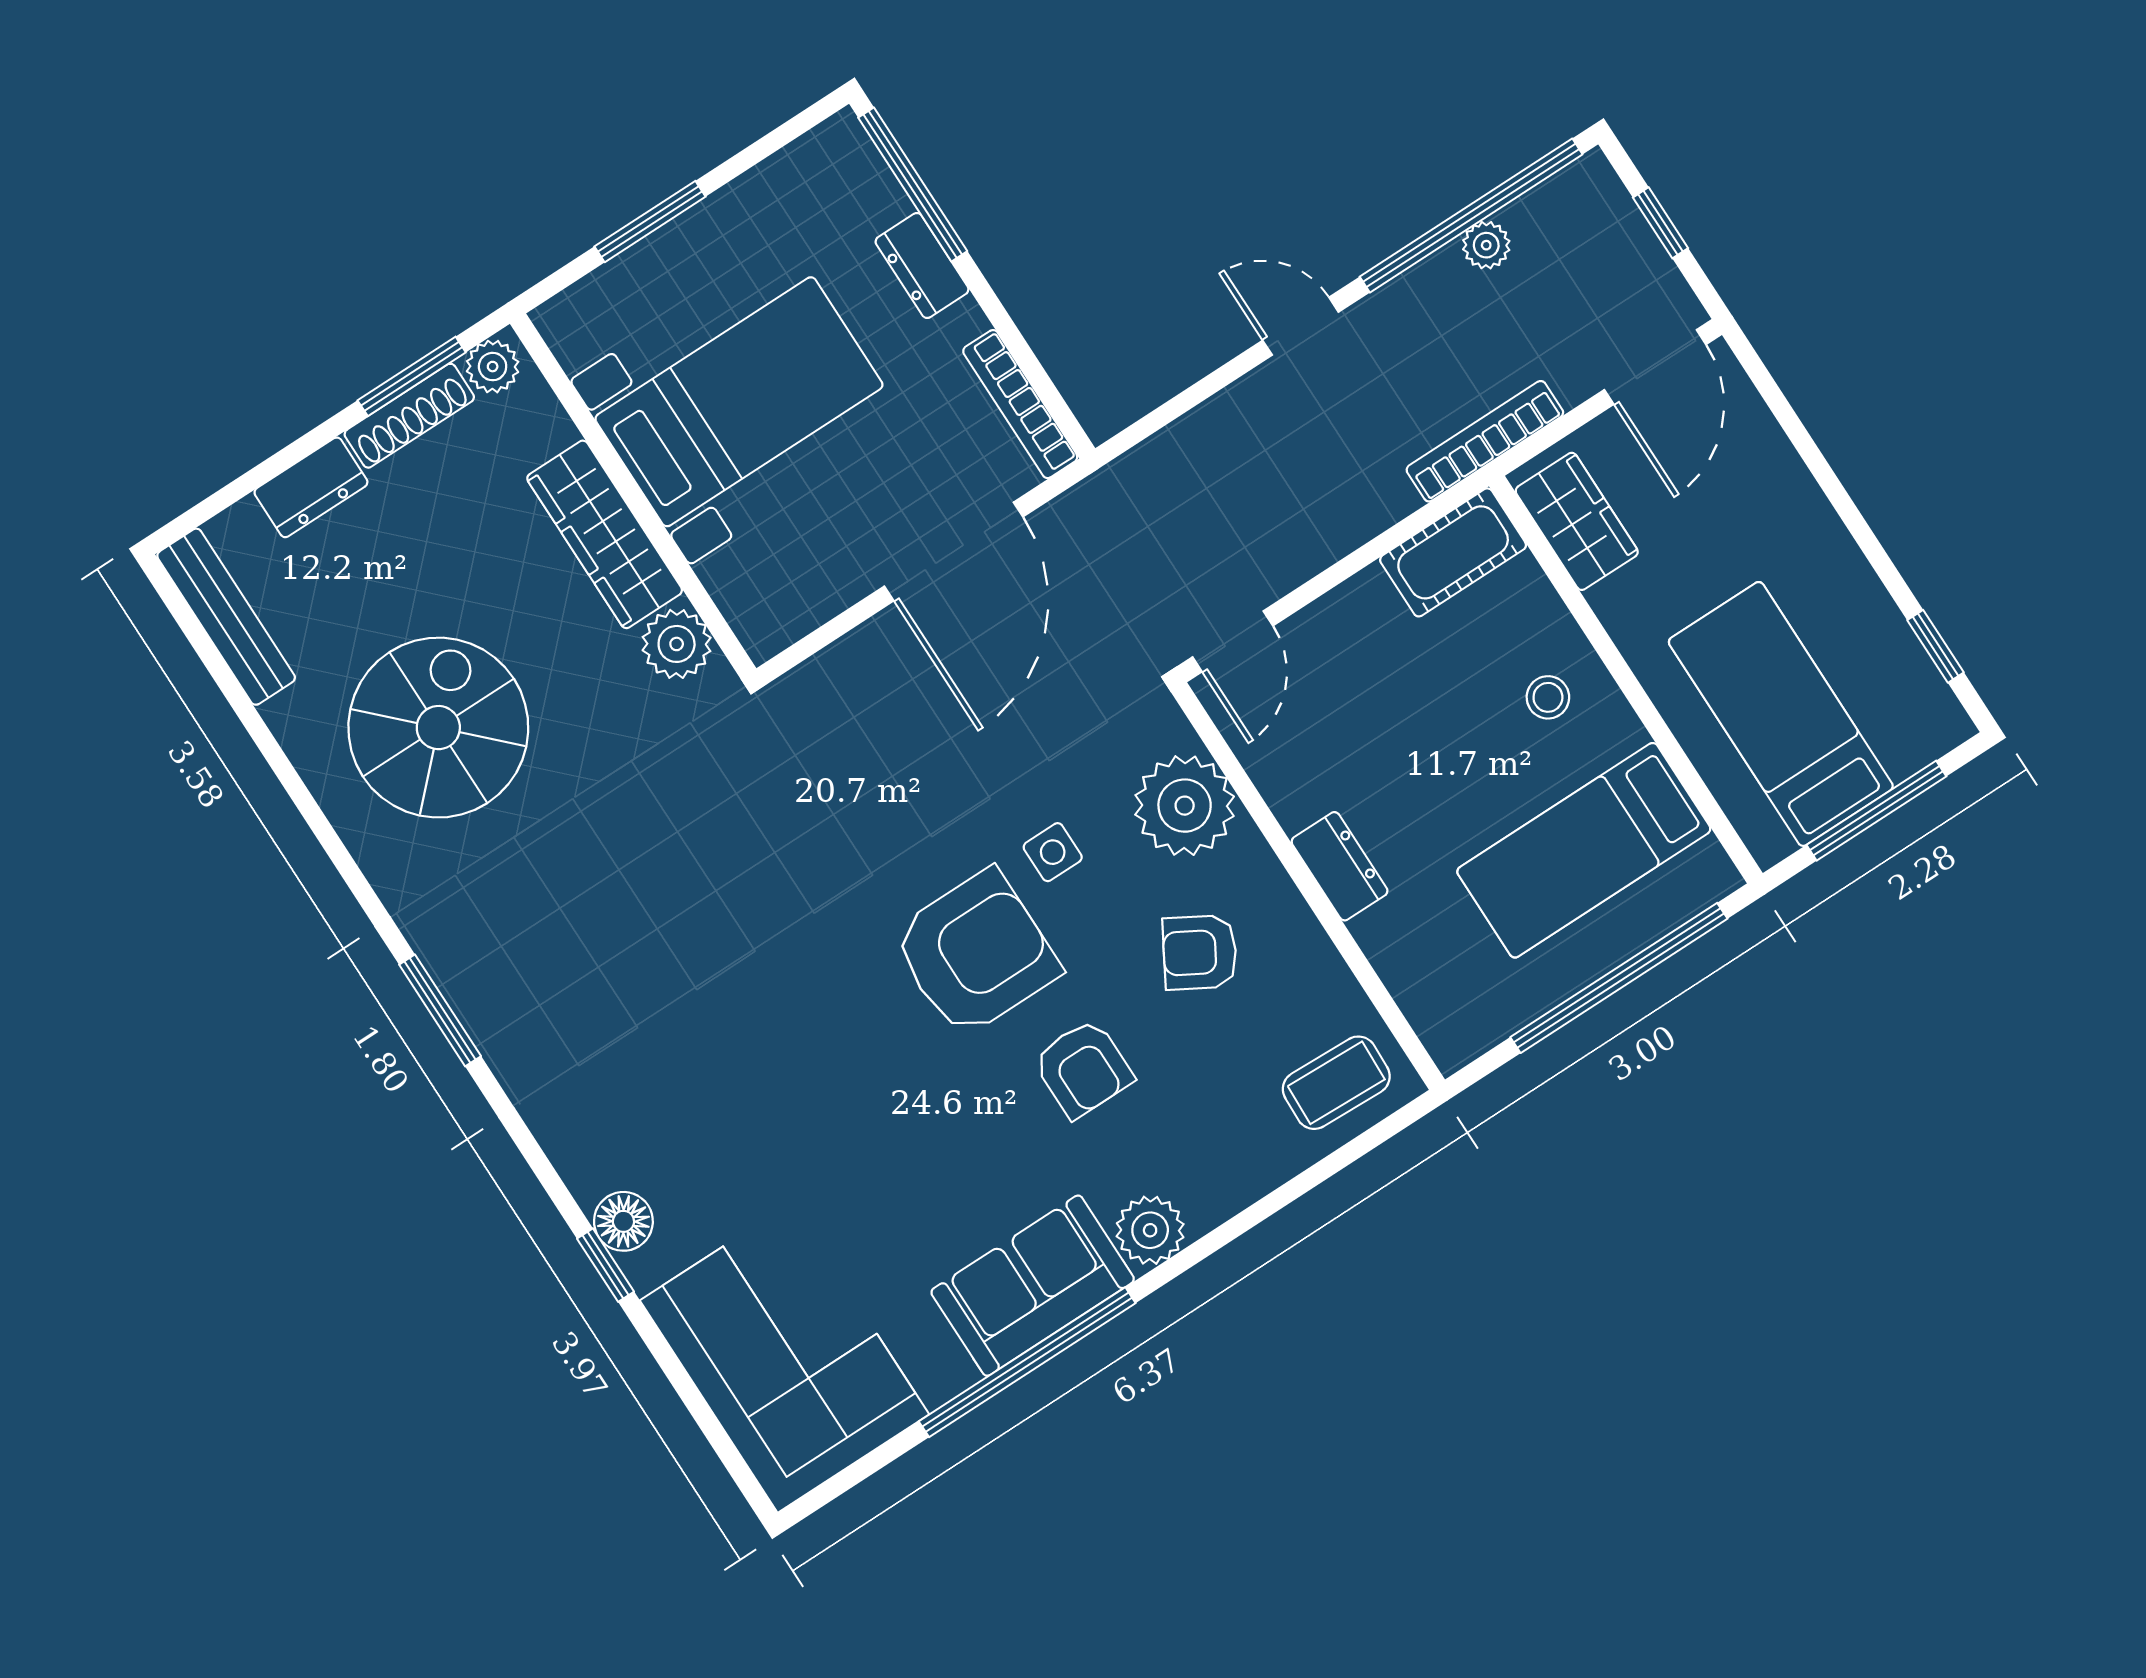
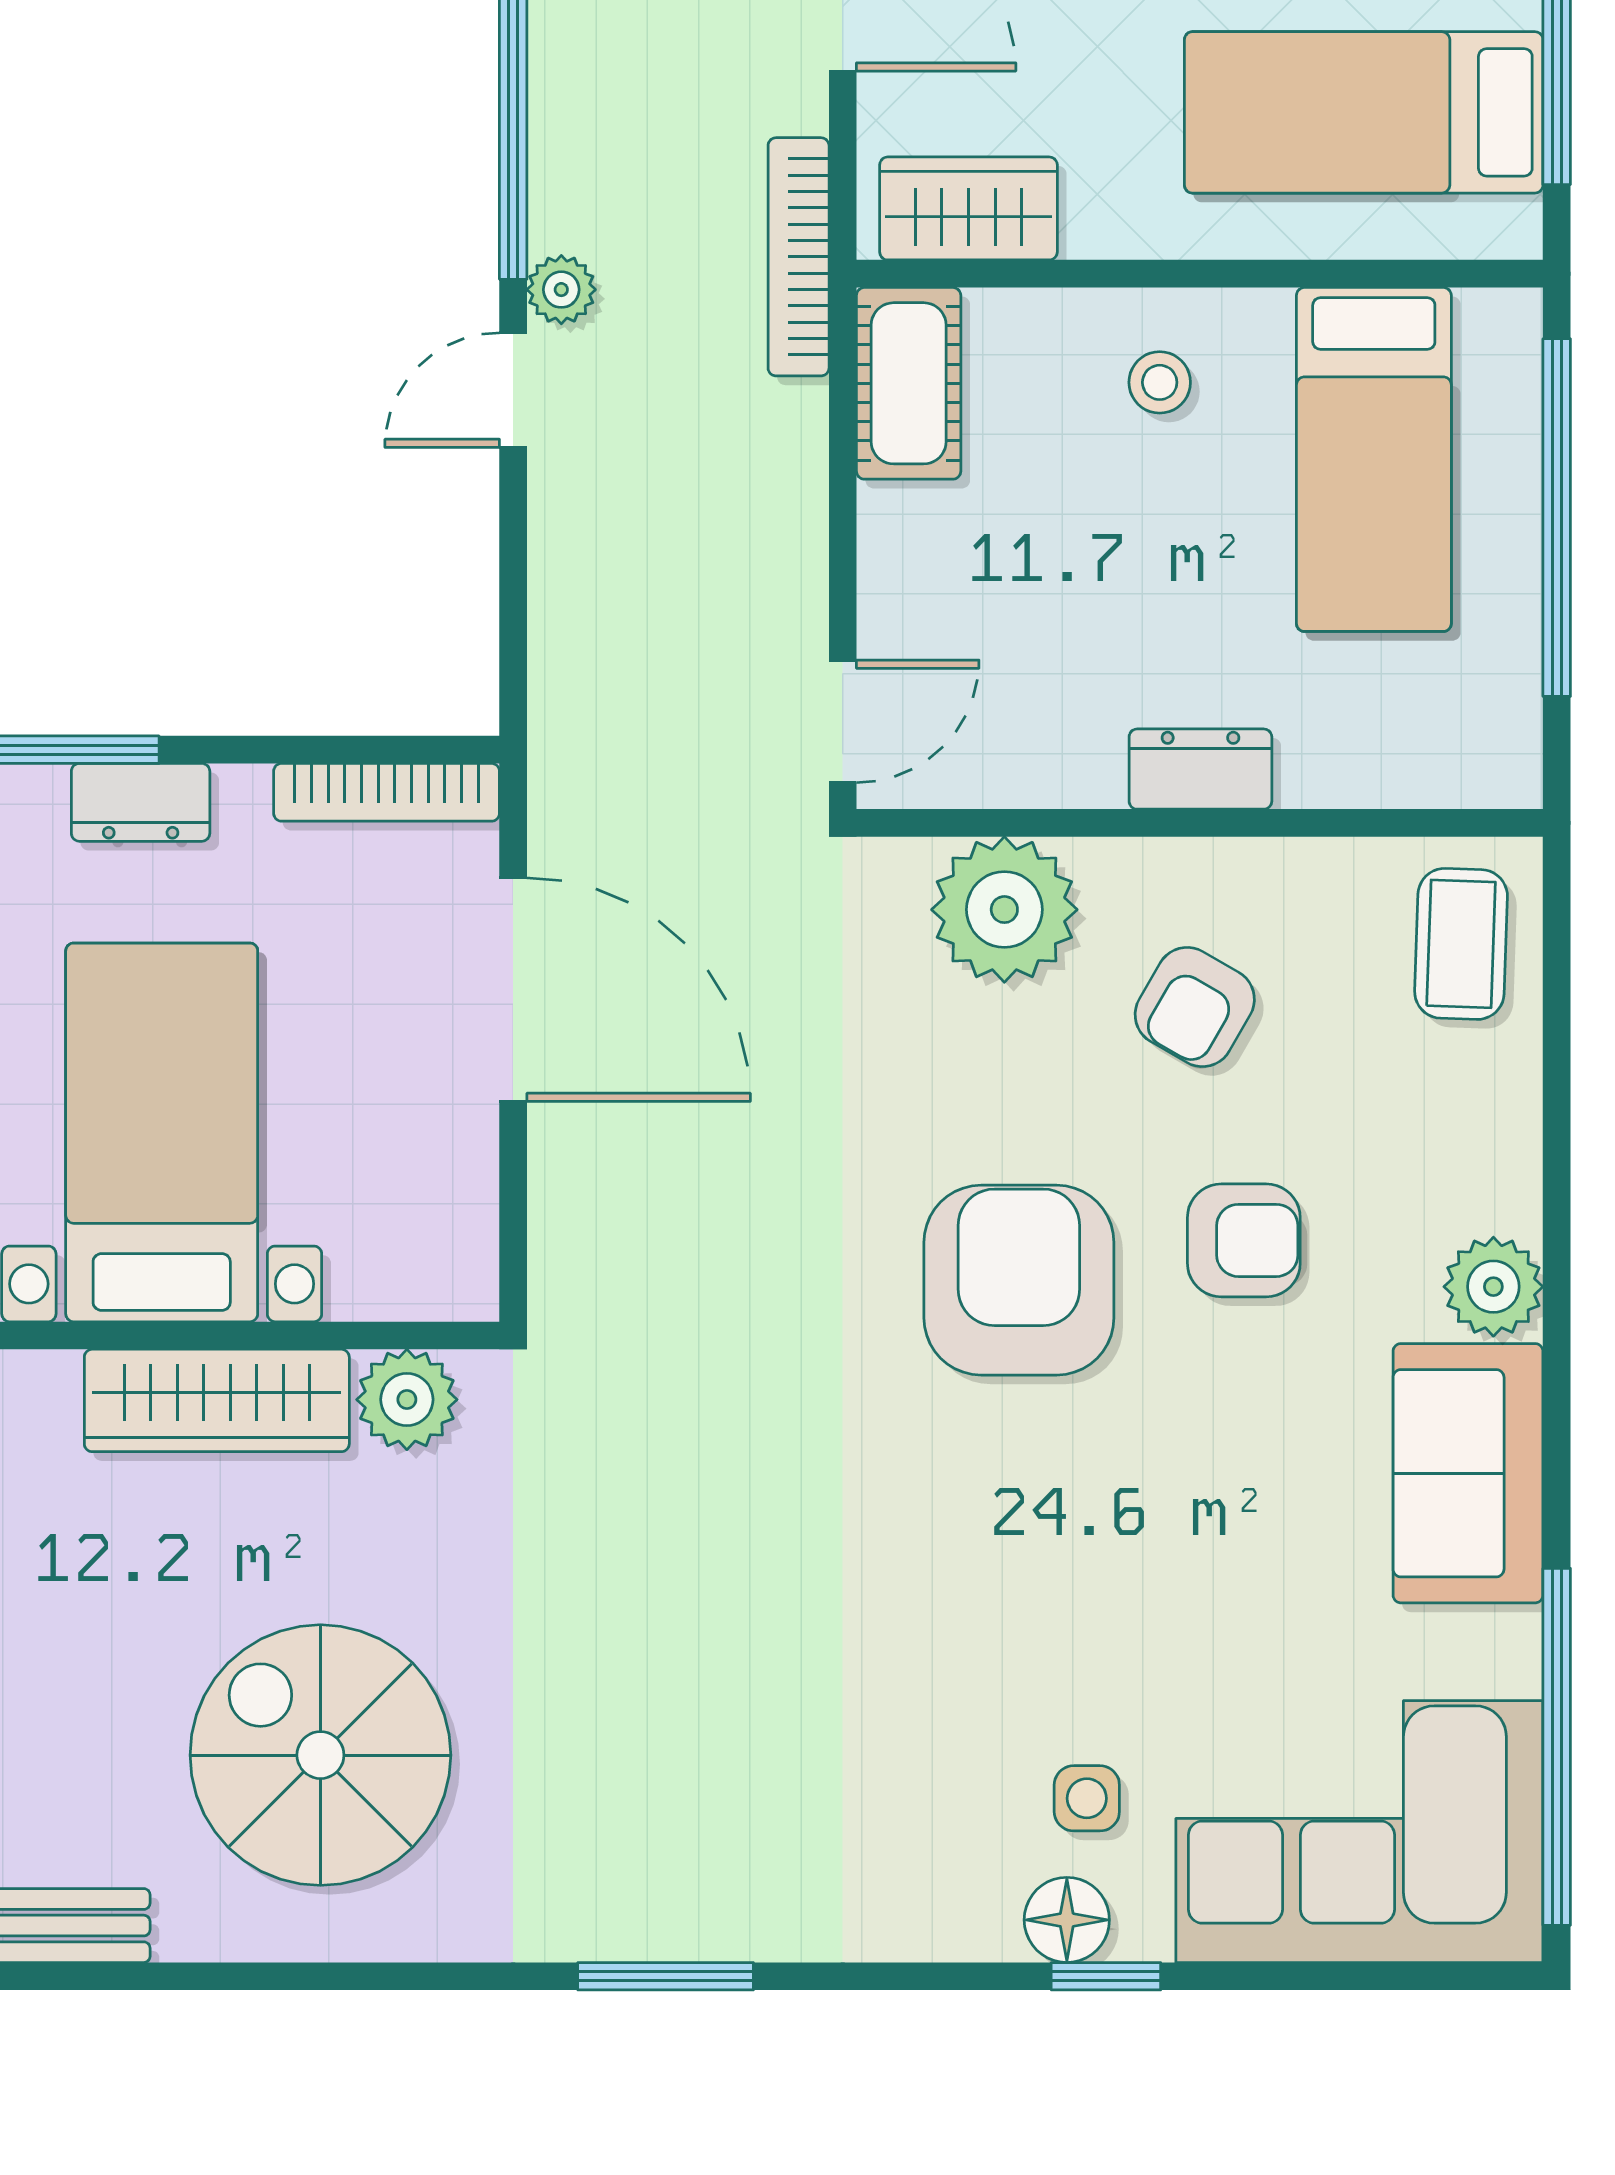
plant: (1486, 245) -> (561, 290), moved
door: (1233, 641) -> (843, 721), hinge flipped
side table: (1053, 852) -> (1087, 1798), moved
window: (1027, 1362) -> (1557, 1747), moved

